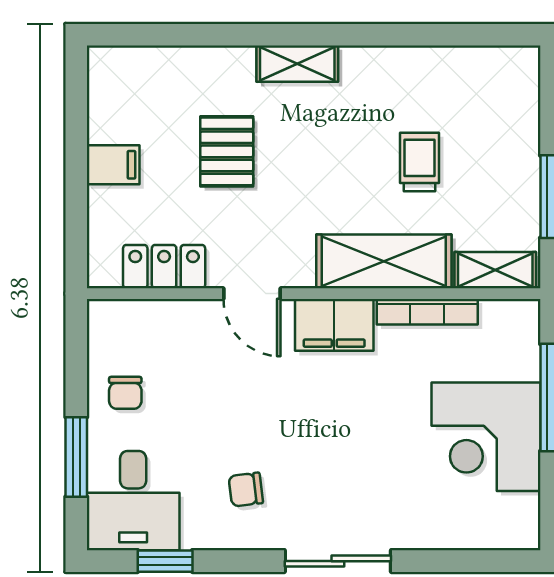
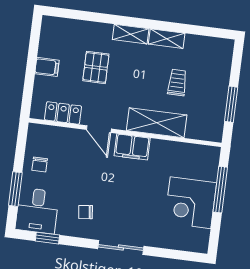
shelving: (495, 270) -> (167, 39), moved
bookcase: (427, 312) -> (172, 146), removed

